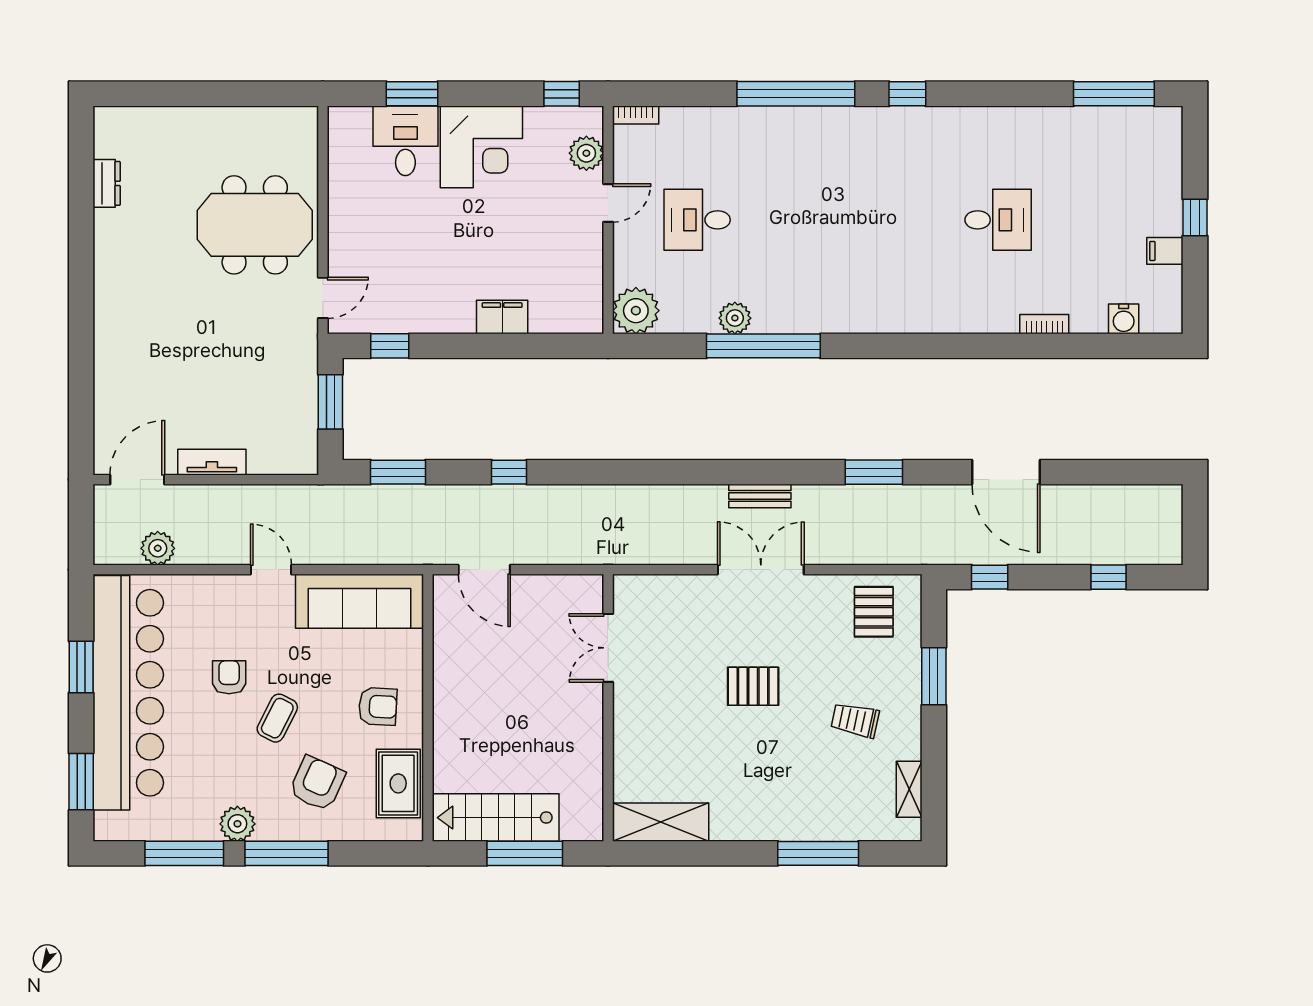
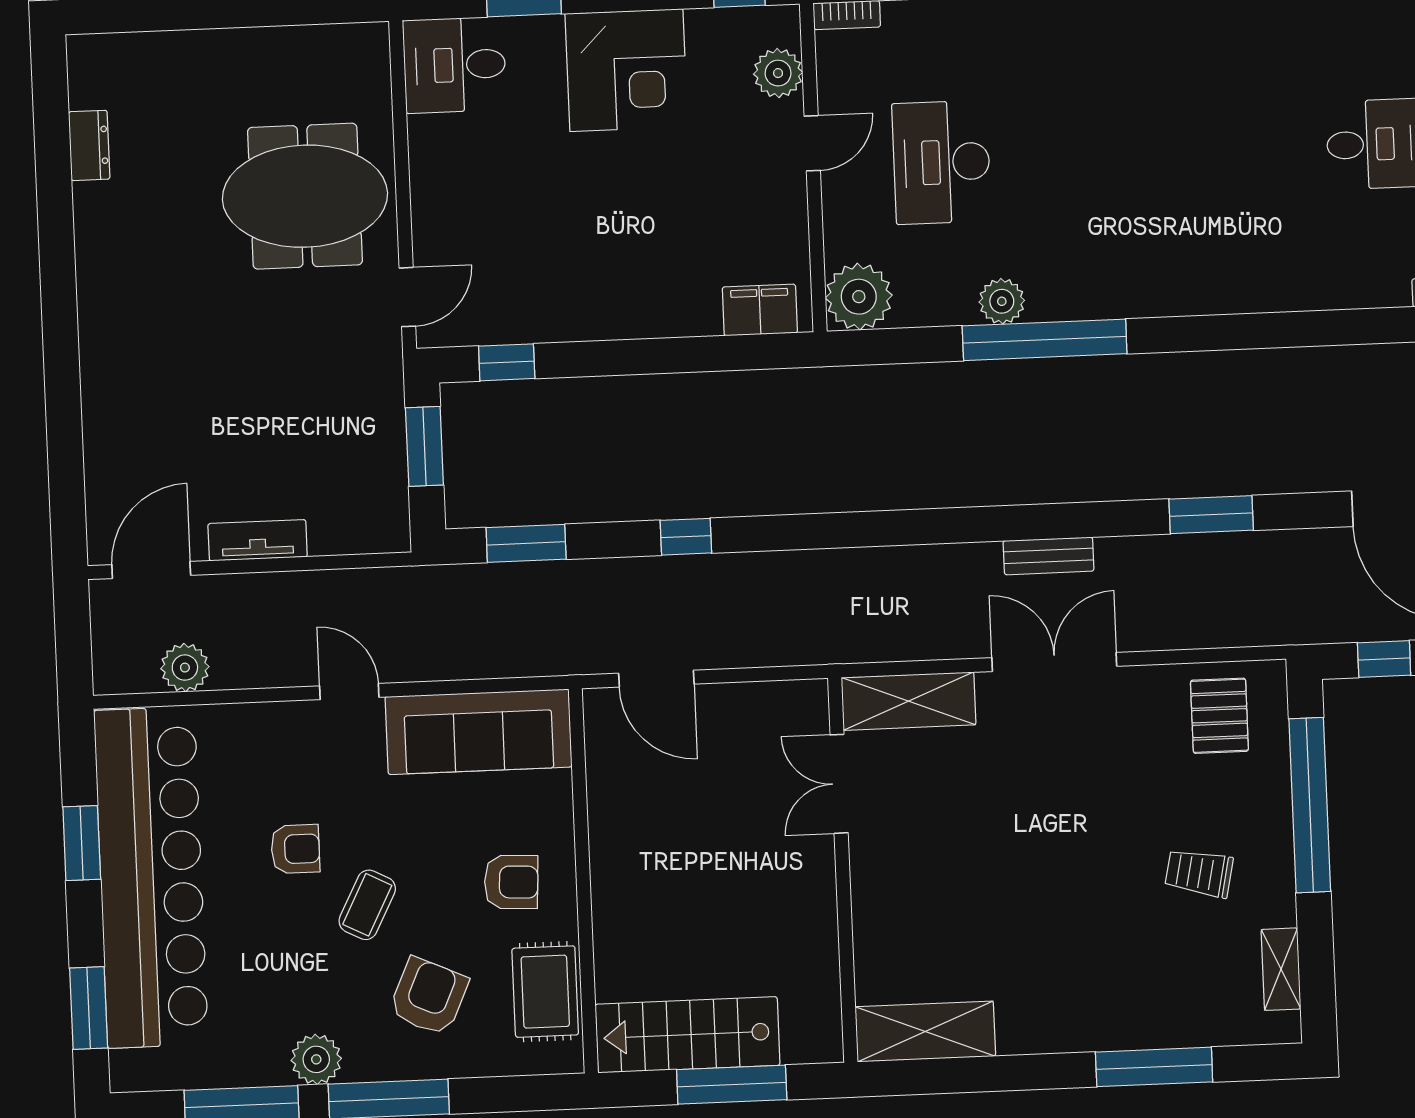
desk: (405, 141) -> (455, 65), moved, turned -90
desk: (697, 220) -> (942, 162), width x1.37
filing cabinet: (502, 317) -> (760, 310), moved
shelving: (659, 593) -> (909, 701), added
window: (934, 676) -> (1310, 805), width x2.11
armchair: (229, 677) -> (295, 849), turned 90
pallet: (753, 686) -> (1050, 830), removed

